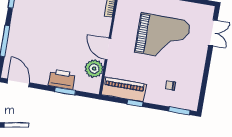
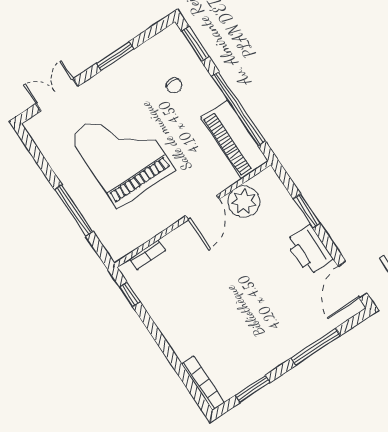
window: (206, 72) -> (115, 56), added
printer: (62, 79) -> (309, 250), moved
window: (135, 103) -> (239, 109), width x3.17

